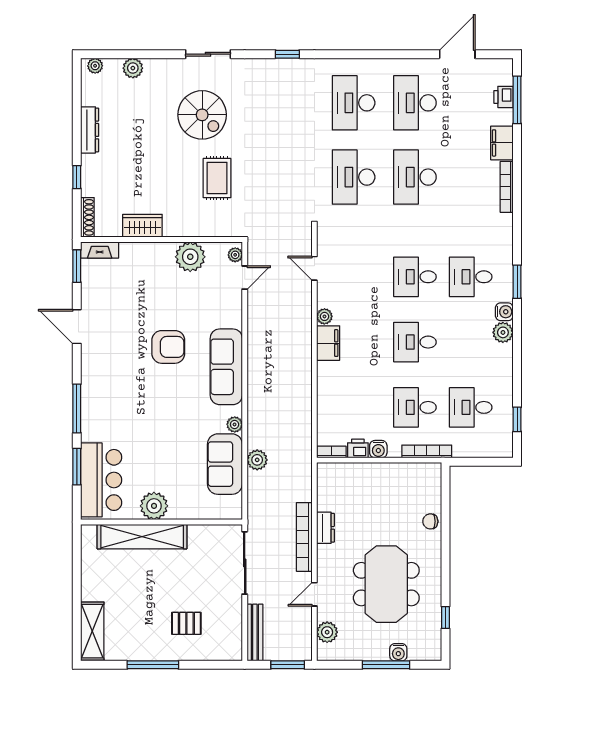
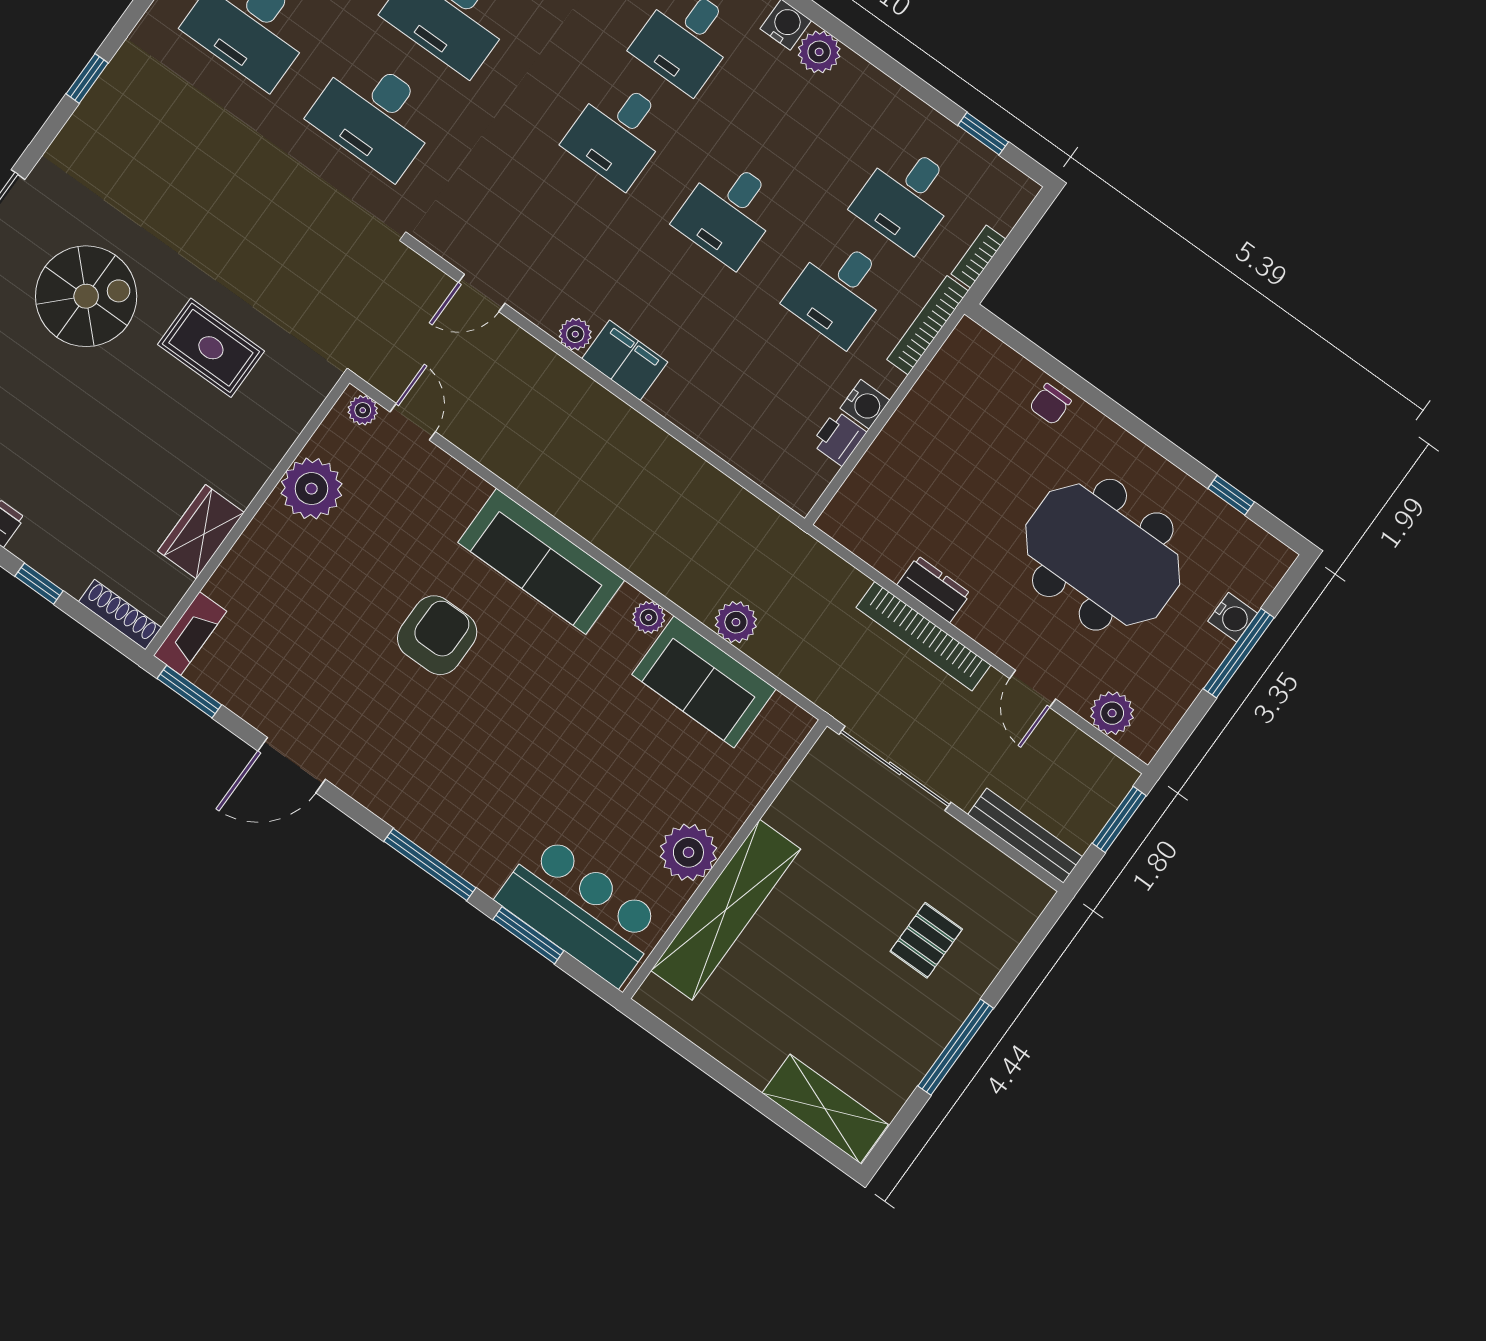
bookcase: (331, 452) -> (978, 256), moved

